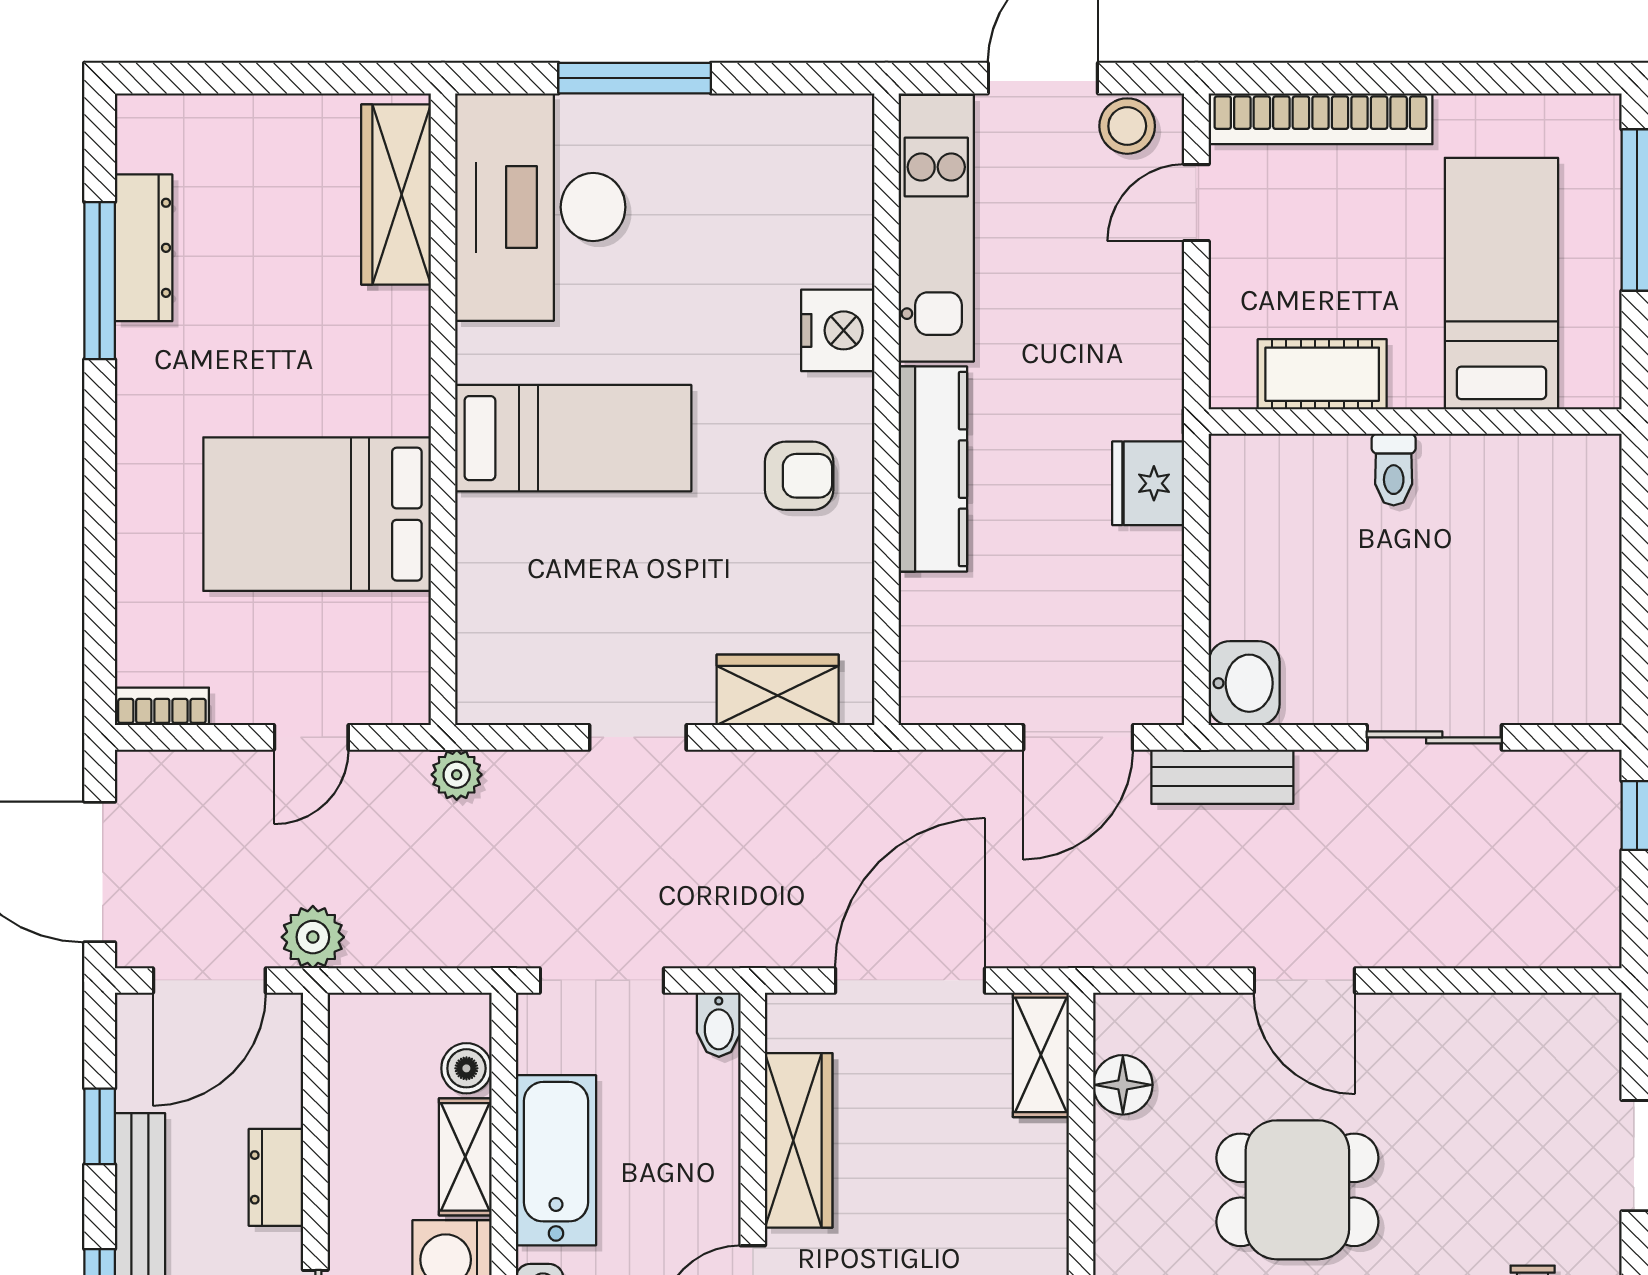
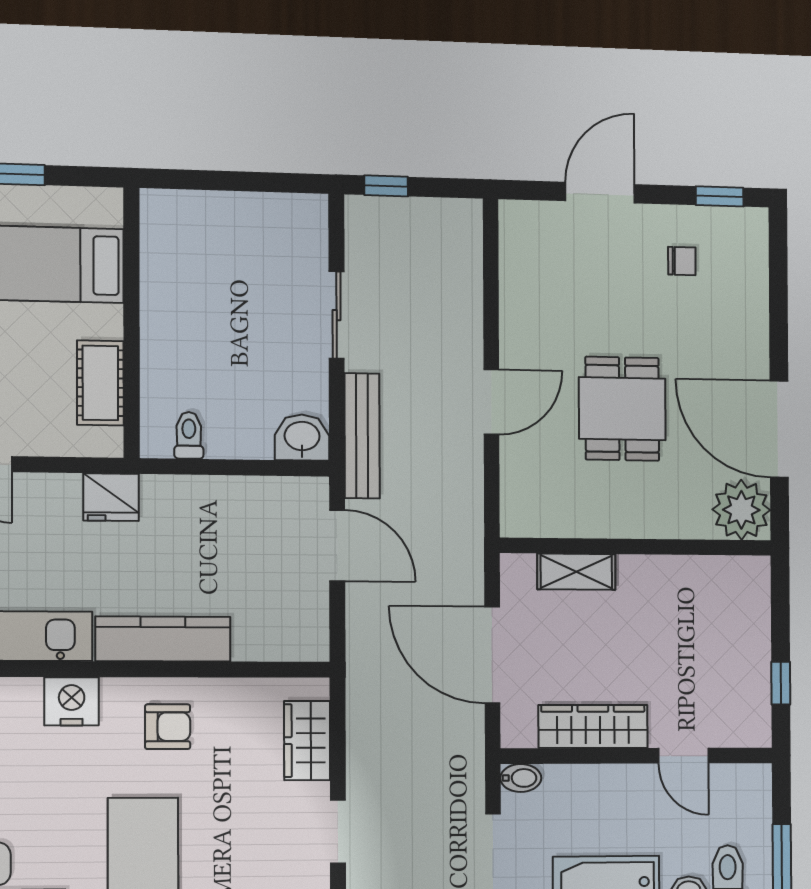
toilet: (1394, 470) -> (189, 435), moved, turned -90
armchair: (799, 476) -> (168, 727), turned 90
fridge: (1148, 483) -> (111, 497), moved
bench: (1222, 777) -> (362, 436), width x1.36
shelving: (1041, 1055) -> (576, 572), moved
floor lamp: (1123, 1085) -> (557, 519), removed

